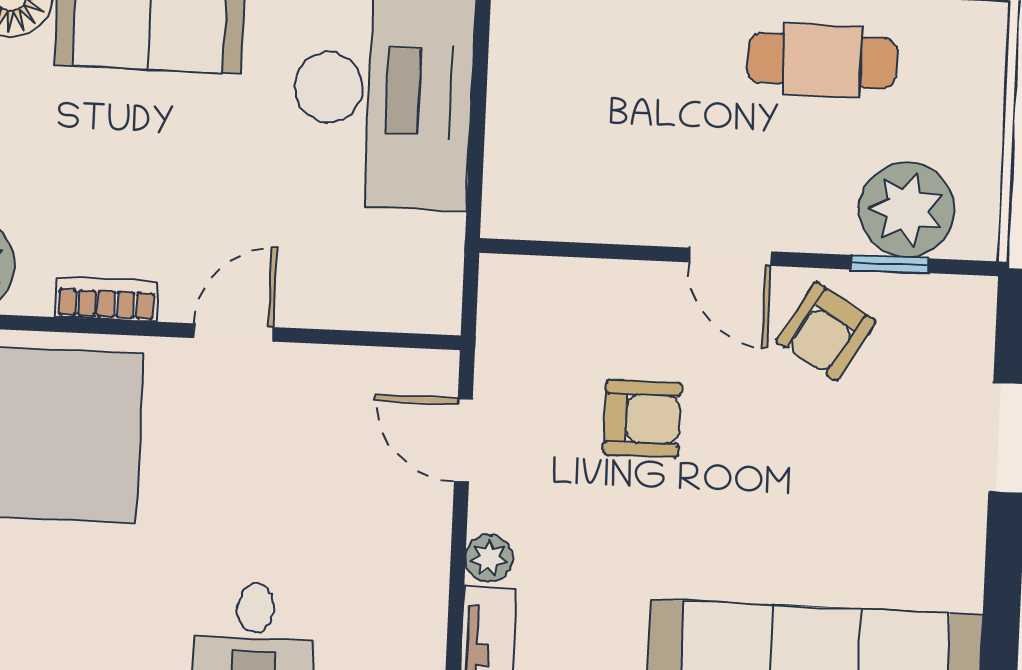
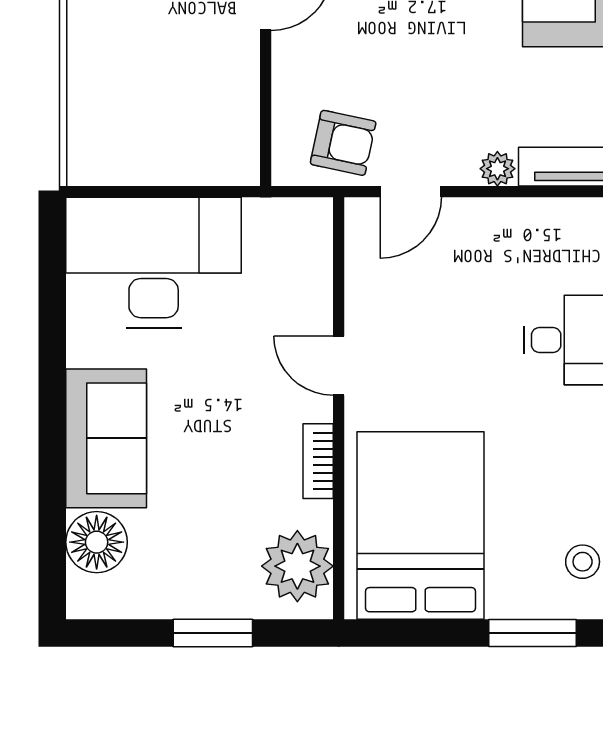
armchair: (642, 419) -> (343, 143), moved, turned 102

